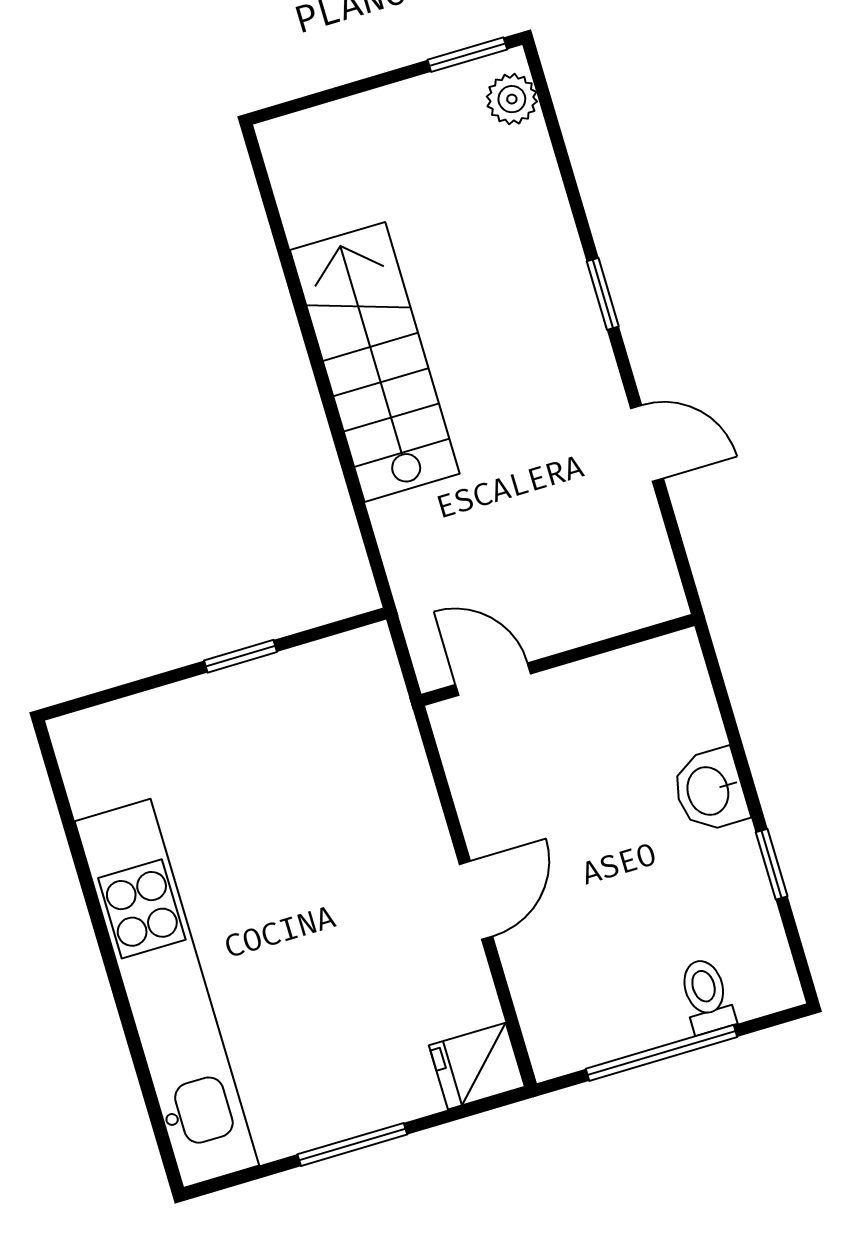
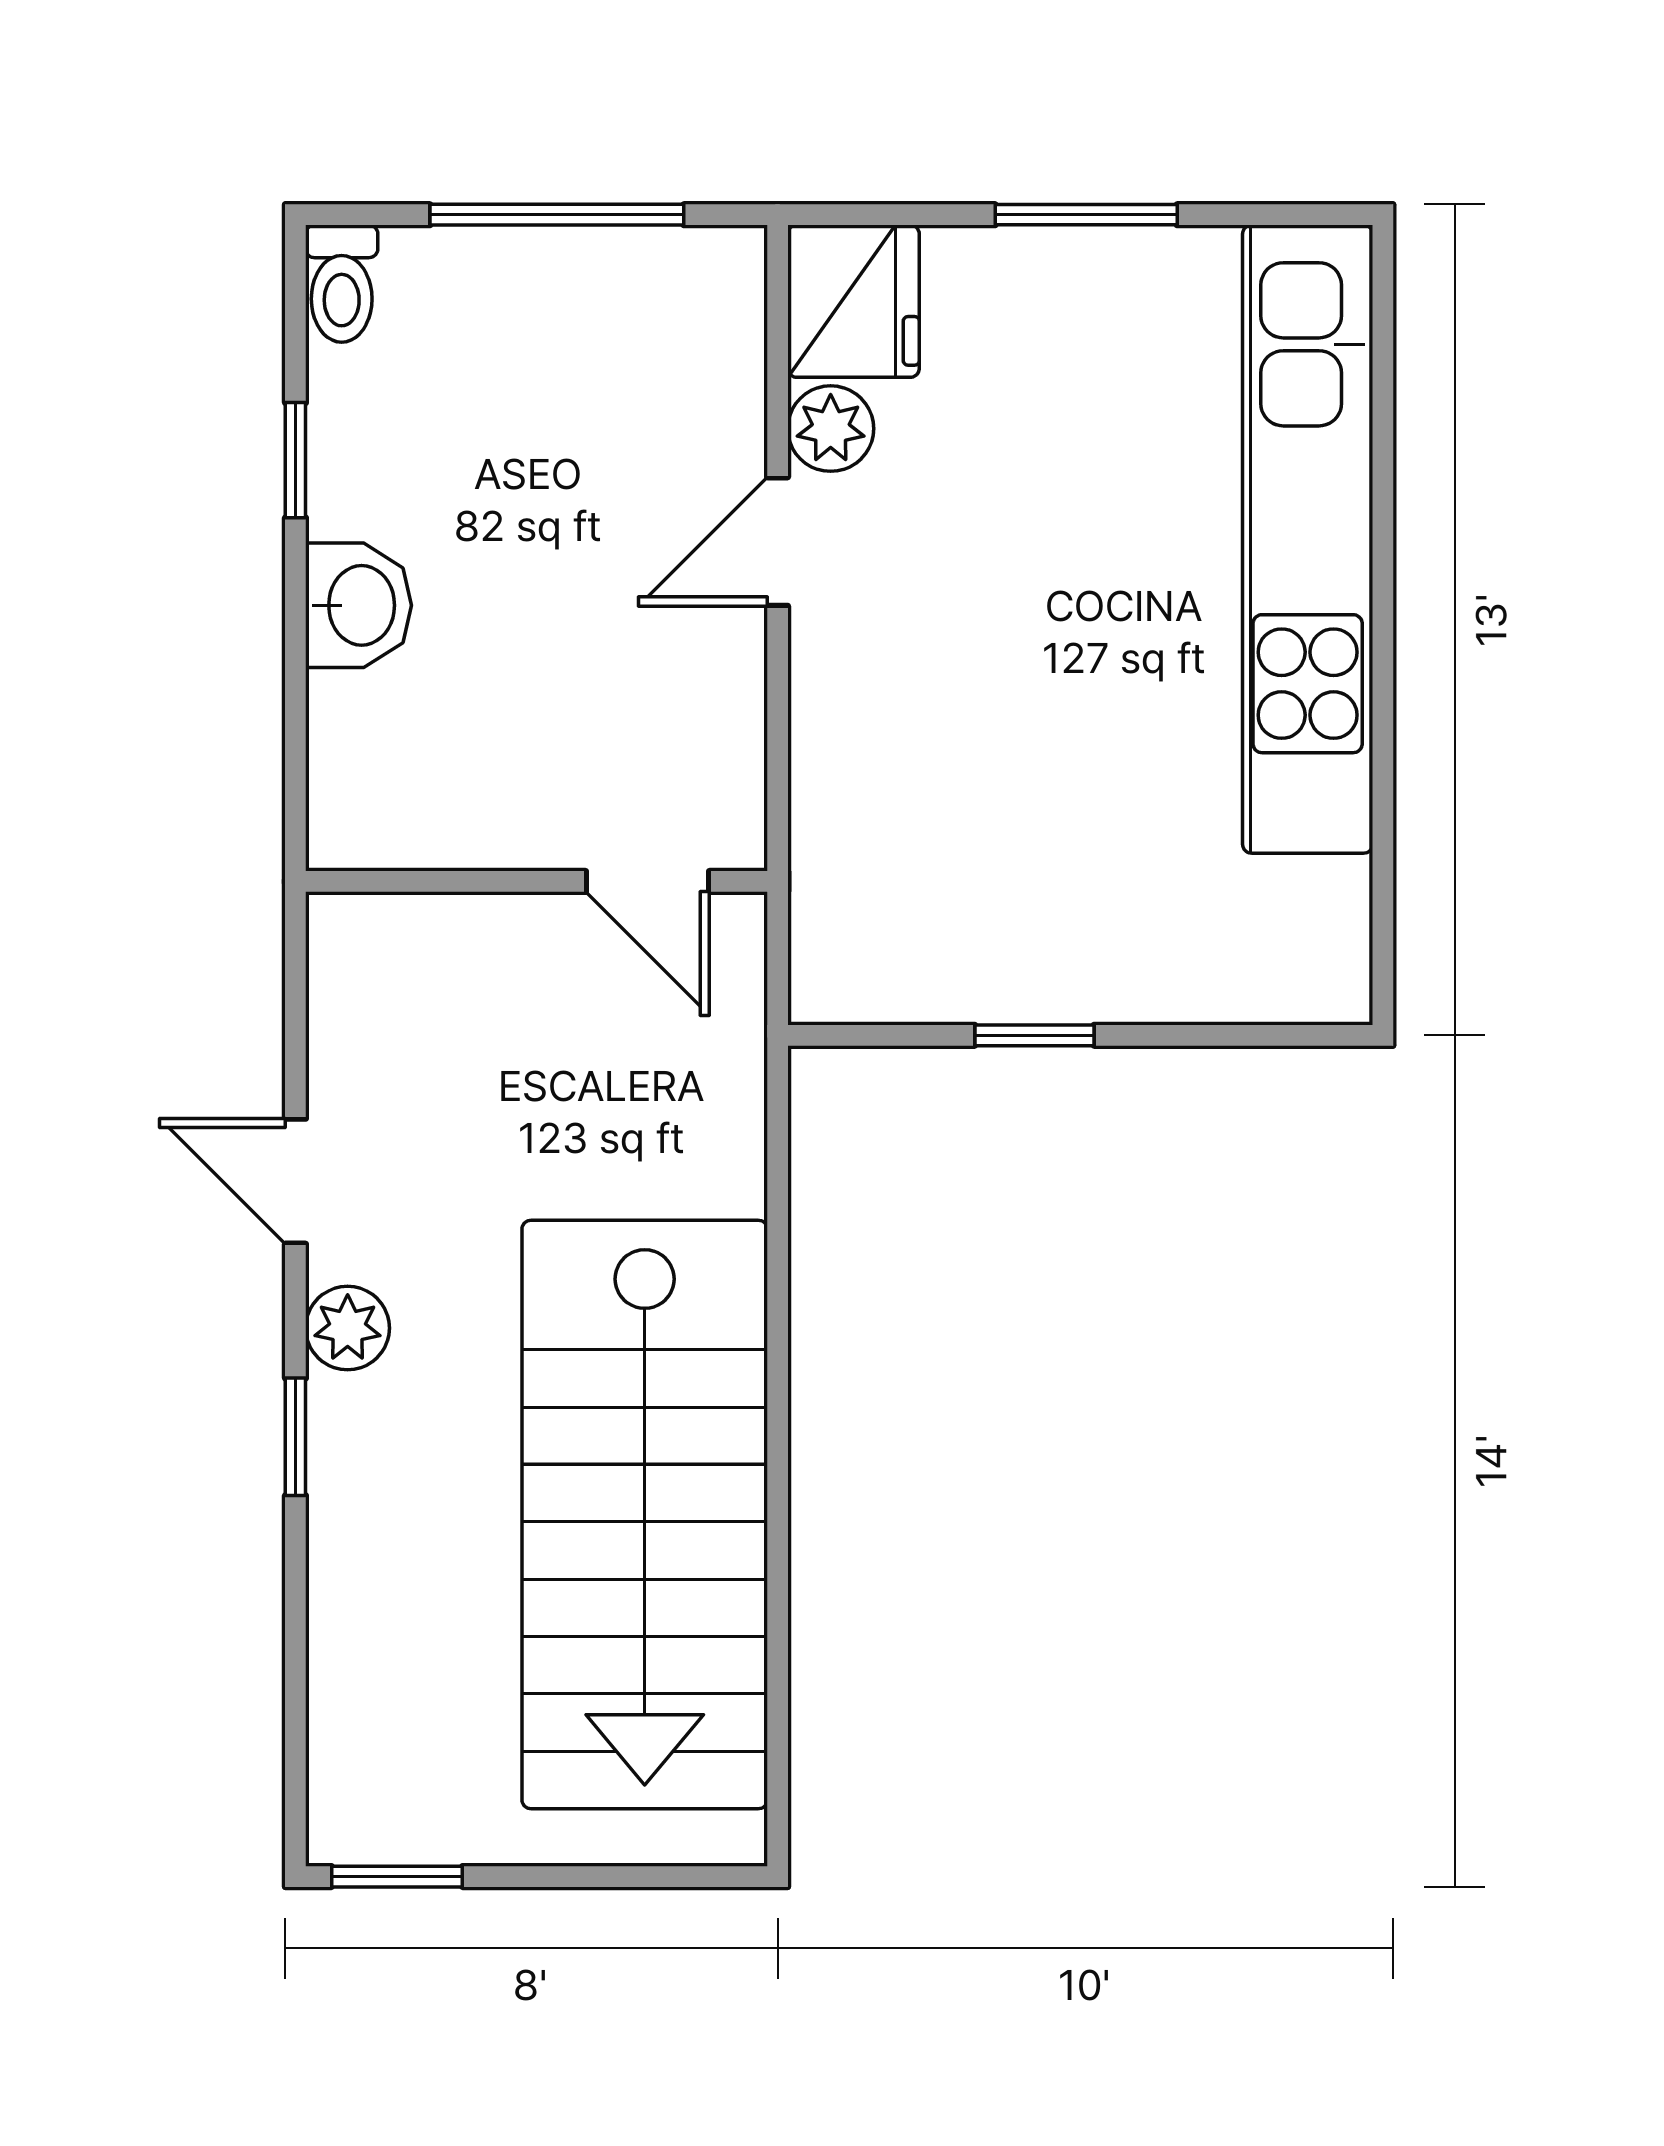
plant: (512, 99) -> (348, 1328), moved
stairs: (375, 362) -> (645, 1514), width x1.36, depth x1.51
plant: (464, 975) -> (831, 429), added
toilet: (706, 996) -> (342, 284), moved
fridge: (477, 1066) -> (853, 301), width x1.38

